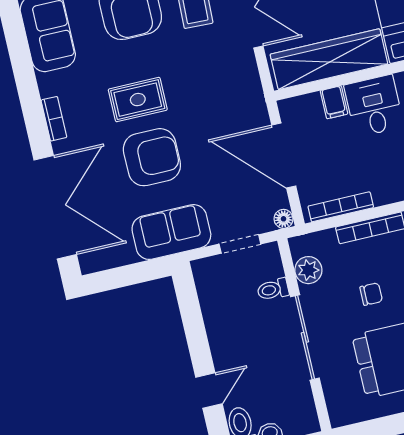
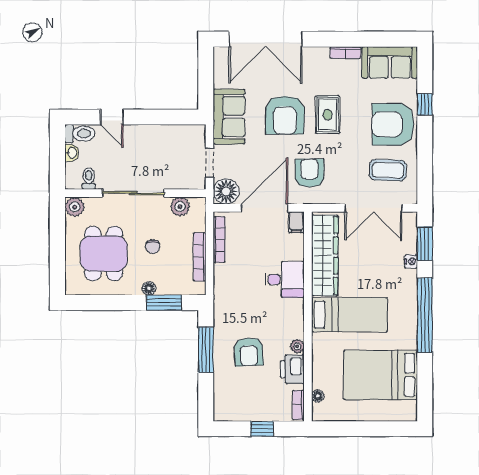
filing cabinet: (334, 102) -> (296, 222), moved, turned -90
armchair: (222, 106) -> (309, 173), added
bookcase: (54, 119) -> (345, 53), moved
floor lamp: (283, 219) -> (226, 191), width x1.89, depth x1.89
toilet: (273, 289) -> (89, 179), moved
plant: (342, 412) -> (75, 207), added

